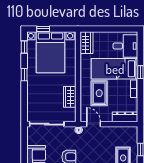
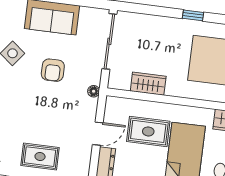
door: (93, 124) -> (98, 134), moved

